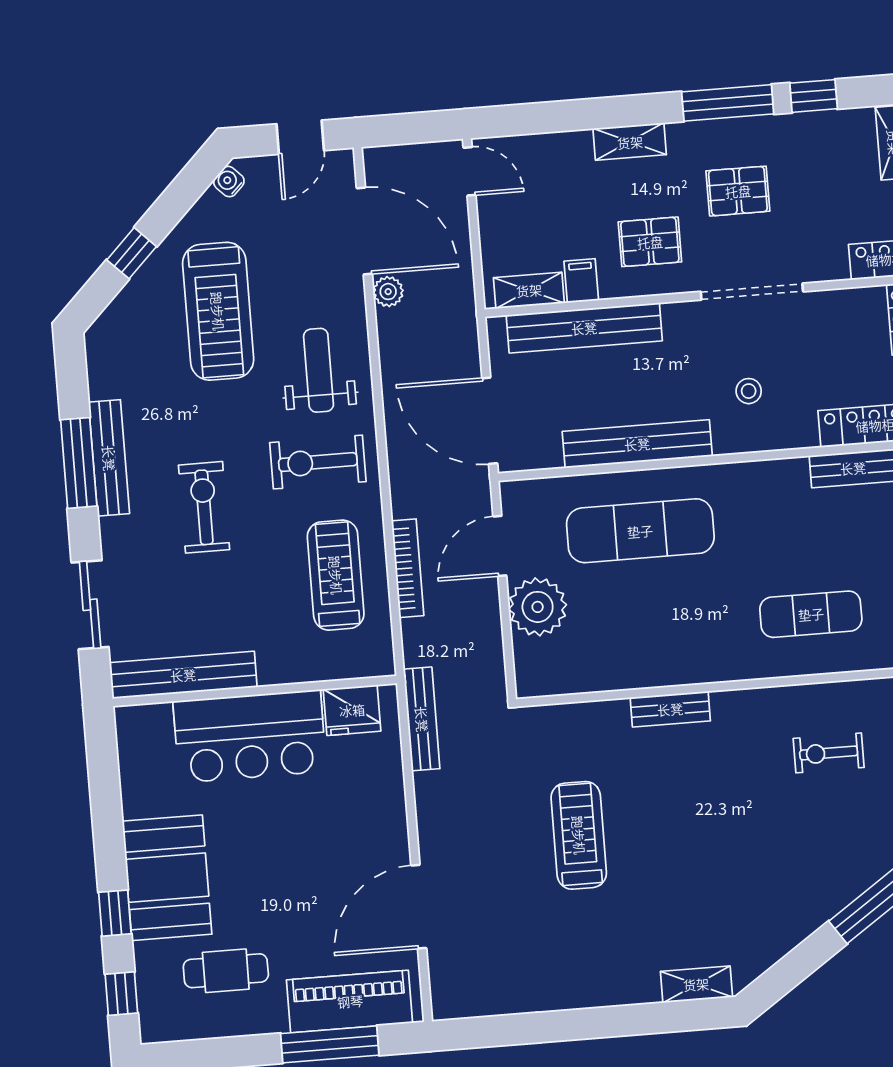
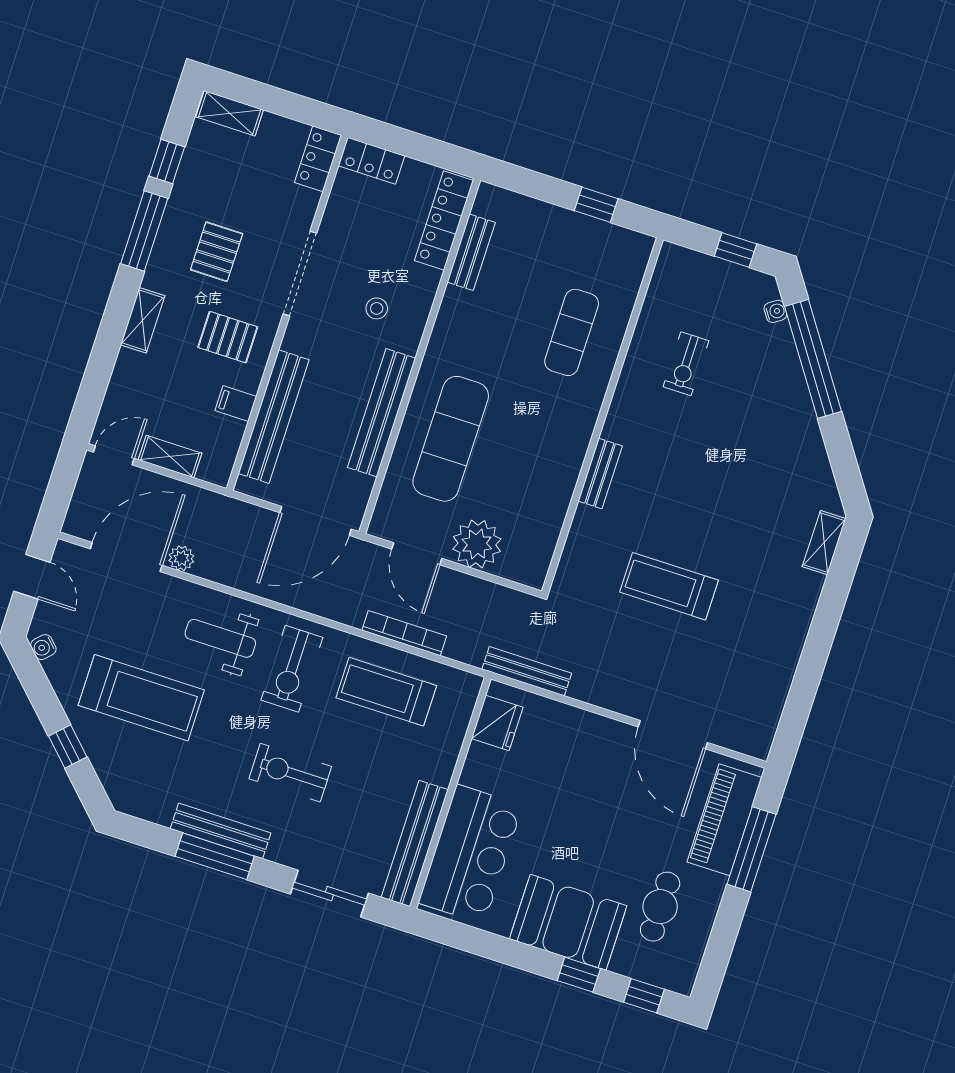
pallet: (650, 242) -> (228, 337), turned 90
shelving: (529, 290) -> (170, 457), moved, turned 90
bar counter: (250, 736) -> (470, 854), moved

